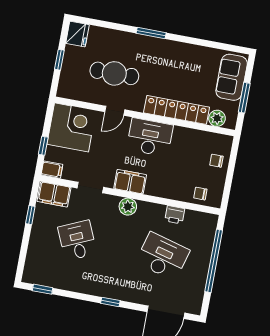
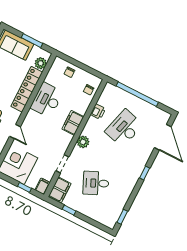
desk: (150, 137) -> (47, 100), moved
filing cabinet: (130, 182) -> (73, 123), moved

